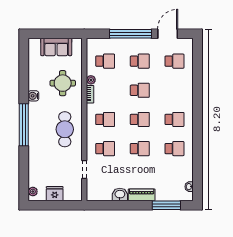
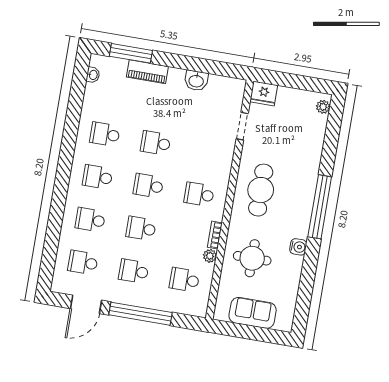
school desk: (105, 149) -> (90, 220), moved
fridge: (55, 194) -> (264, 93), moved
piano: (142, 195) -> (147, 72), moved

